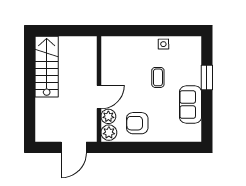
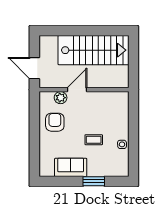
stairs: (47, 67) -> (94, 50), width x1.36, depth x1.51
door: (99, 97) -> (77, 90), swing flipped
plant: (109, 133) -> (47, 98), removed

